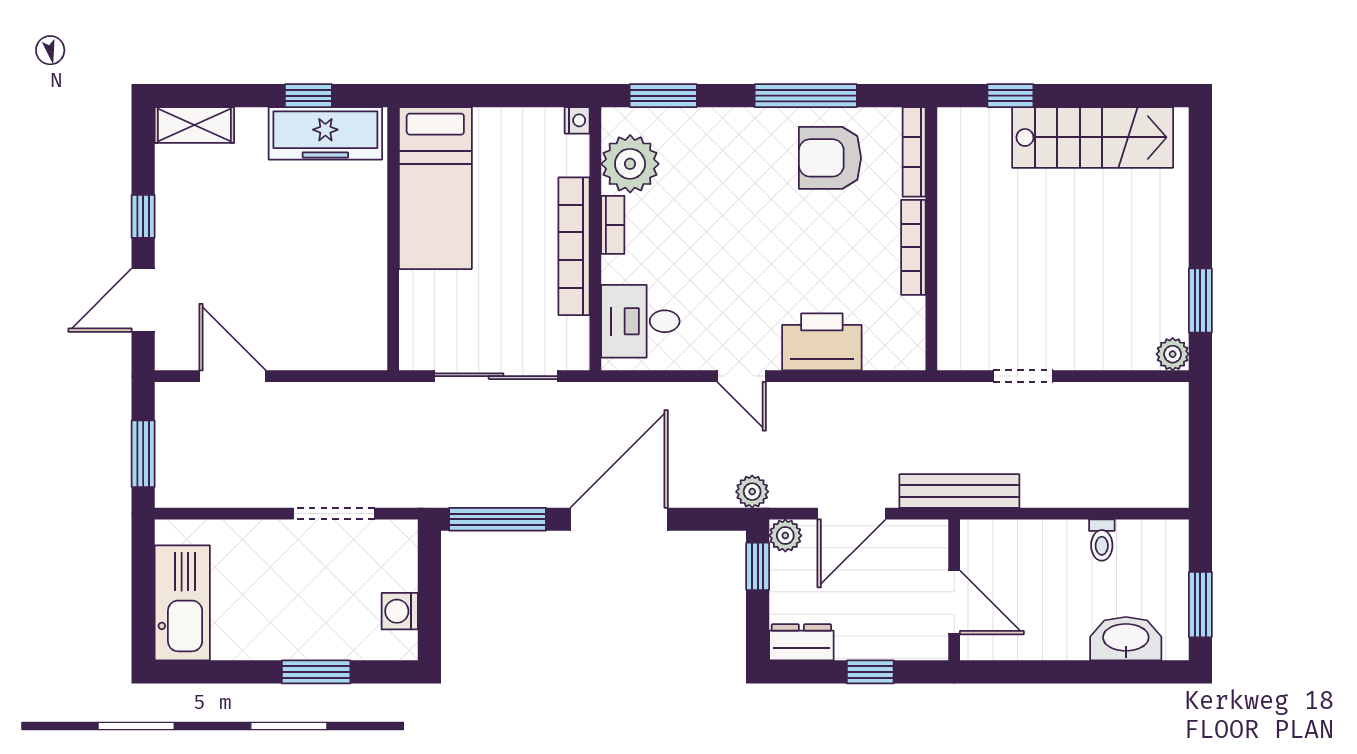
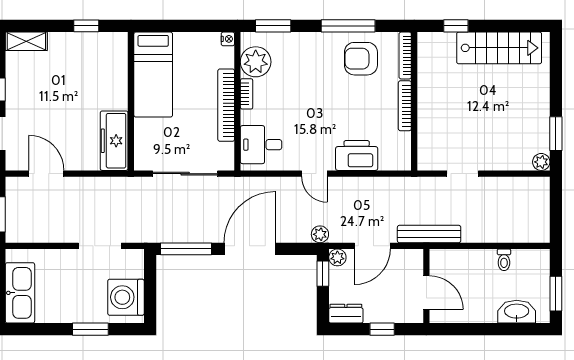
freezer: (325, 133) -> (114, 141), moved, turned 90
washing machine: (400, 611) -> (126, 297), width x1.89, depth x1.89

